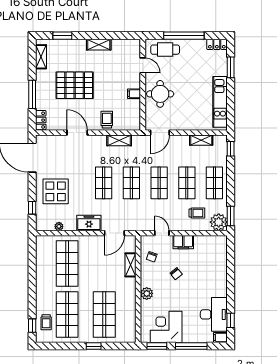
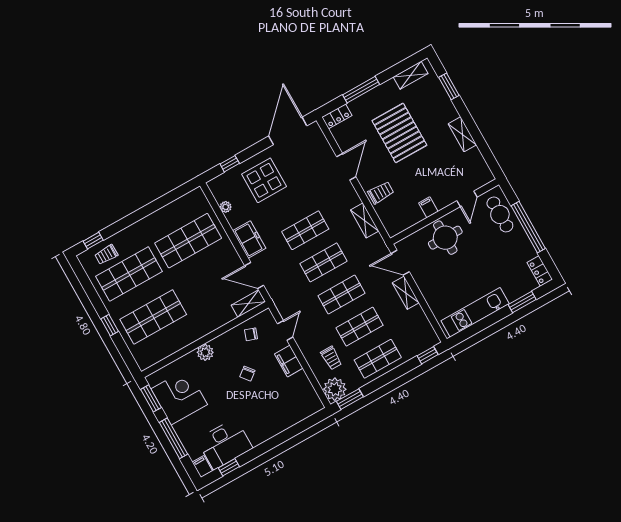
shelving: (201, 140) -> (406, 293), moved
shelving: (131, 265) -> (248, 304), moved

